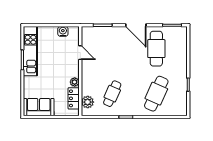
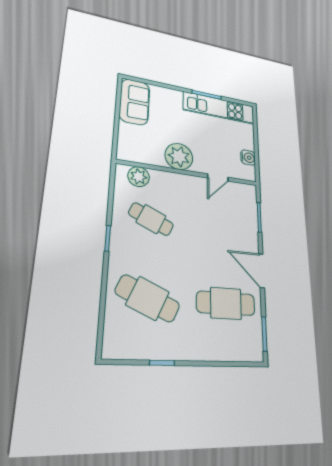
door: (136, 25) -> (262, 271), hinge flipped
plant: (75, 82) -> (179, 157), width x1.87, depth x1.87
locker: (74, 98) -> (146, 156), removed

